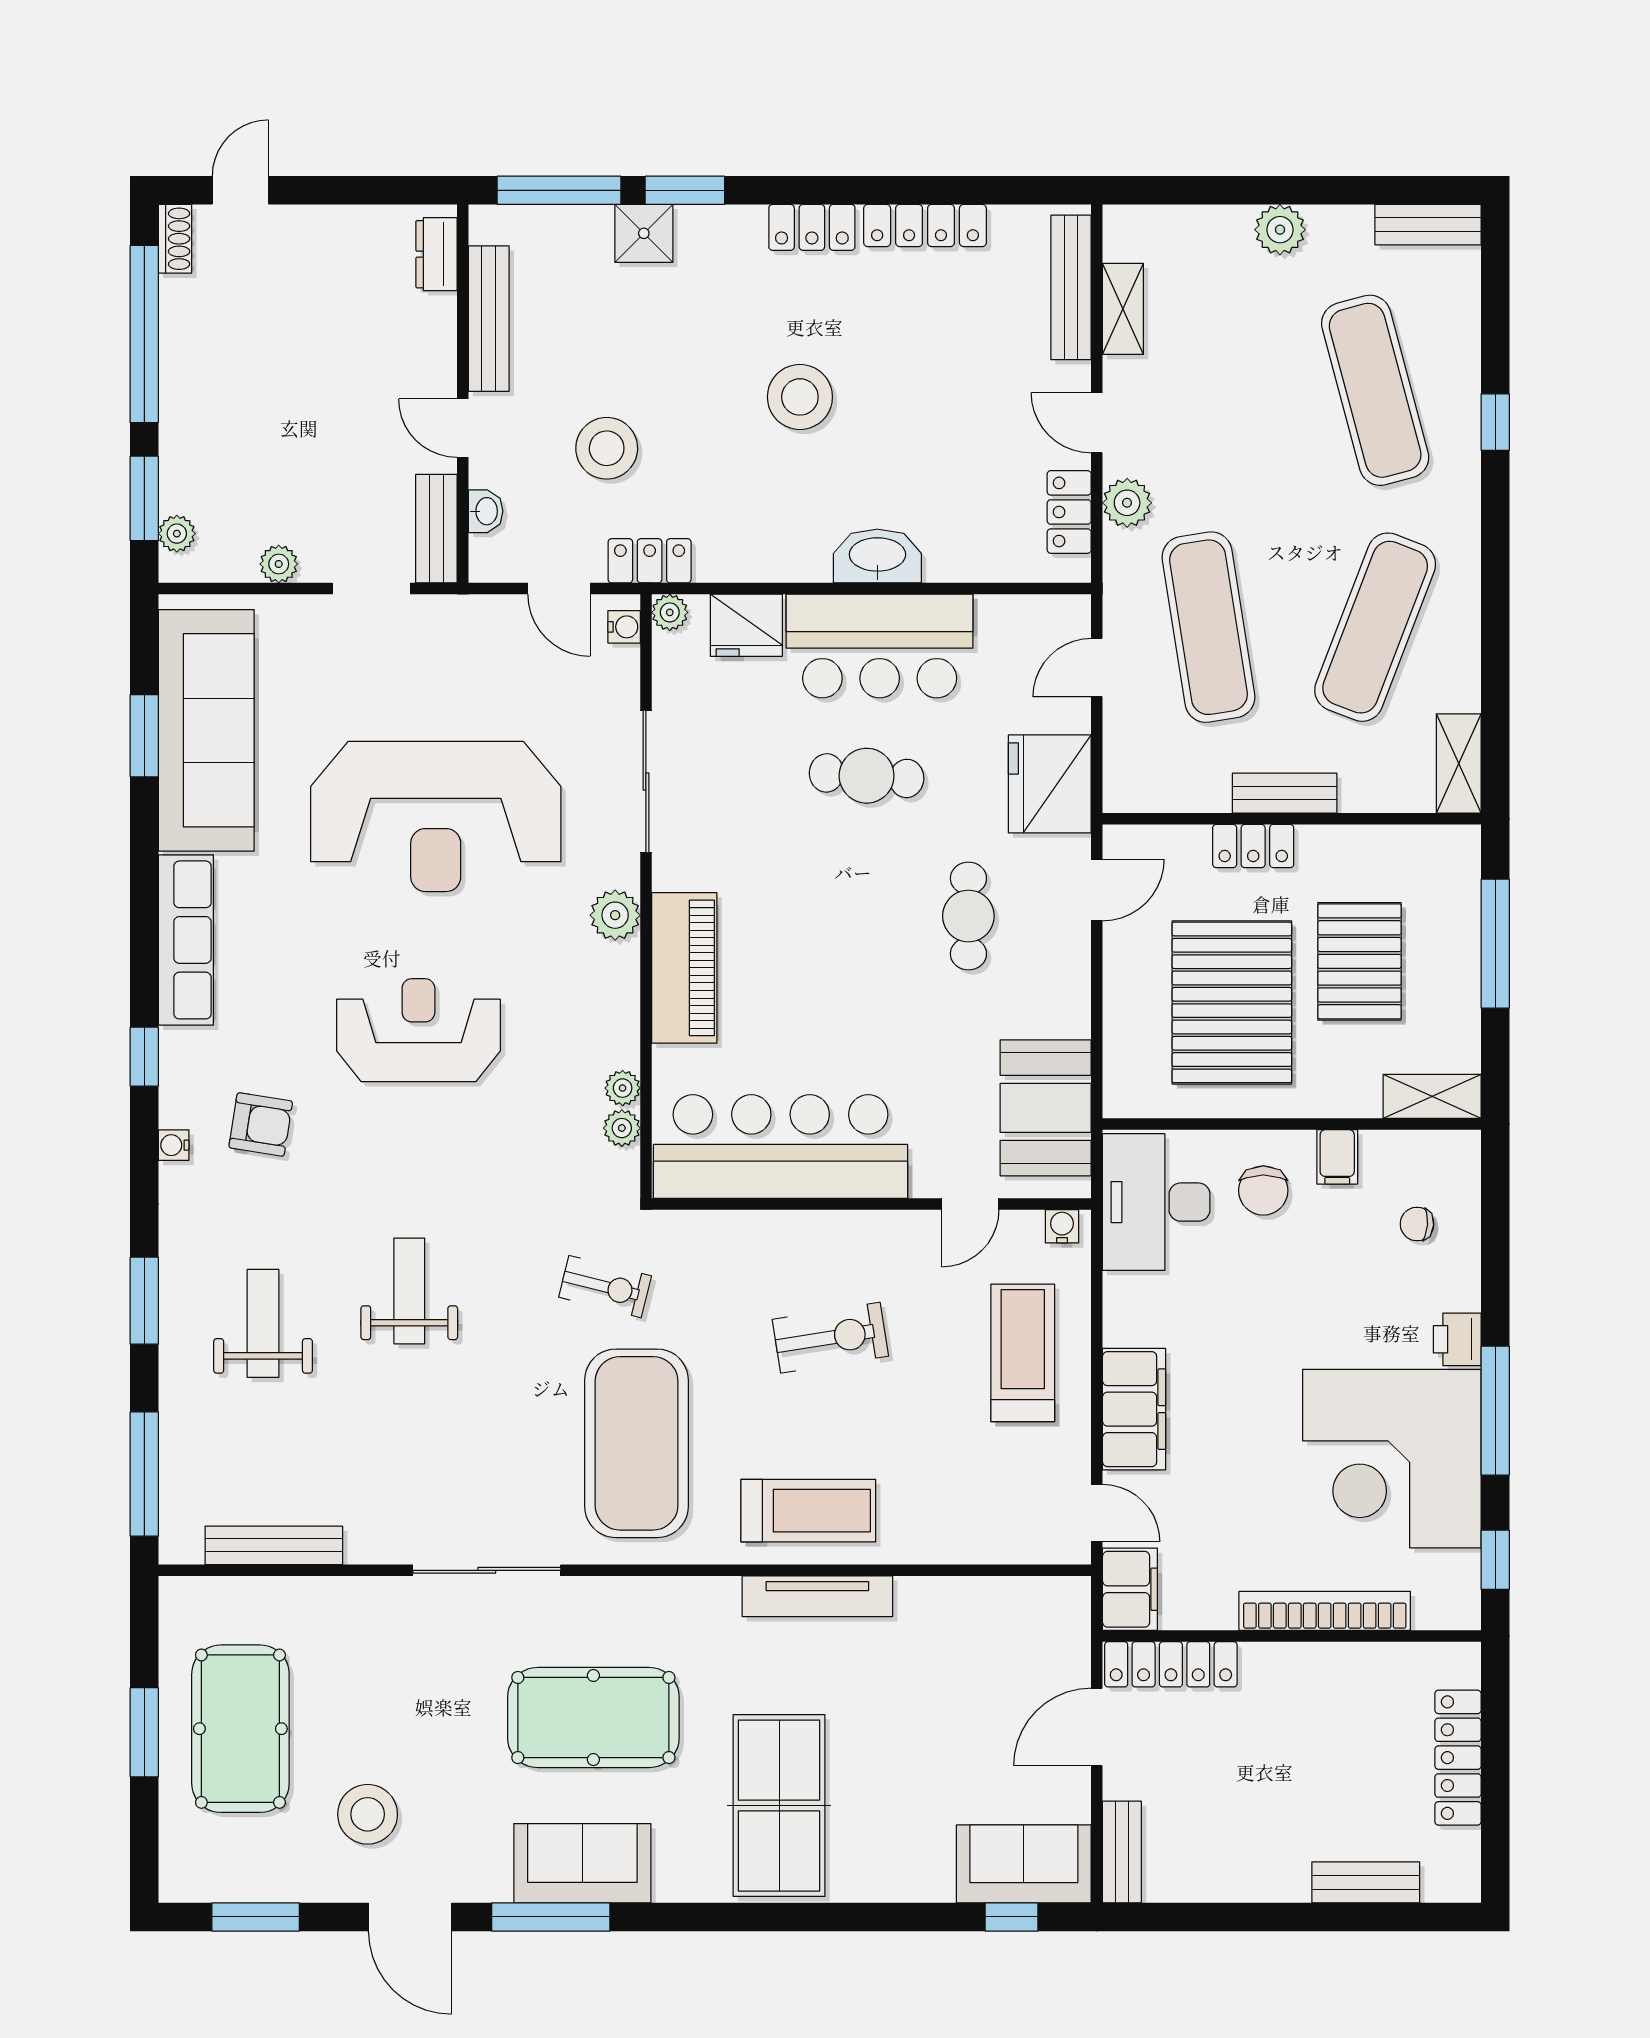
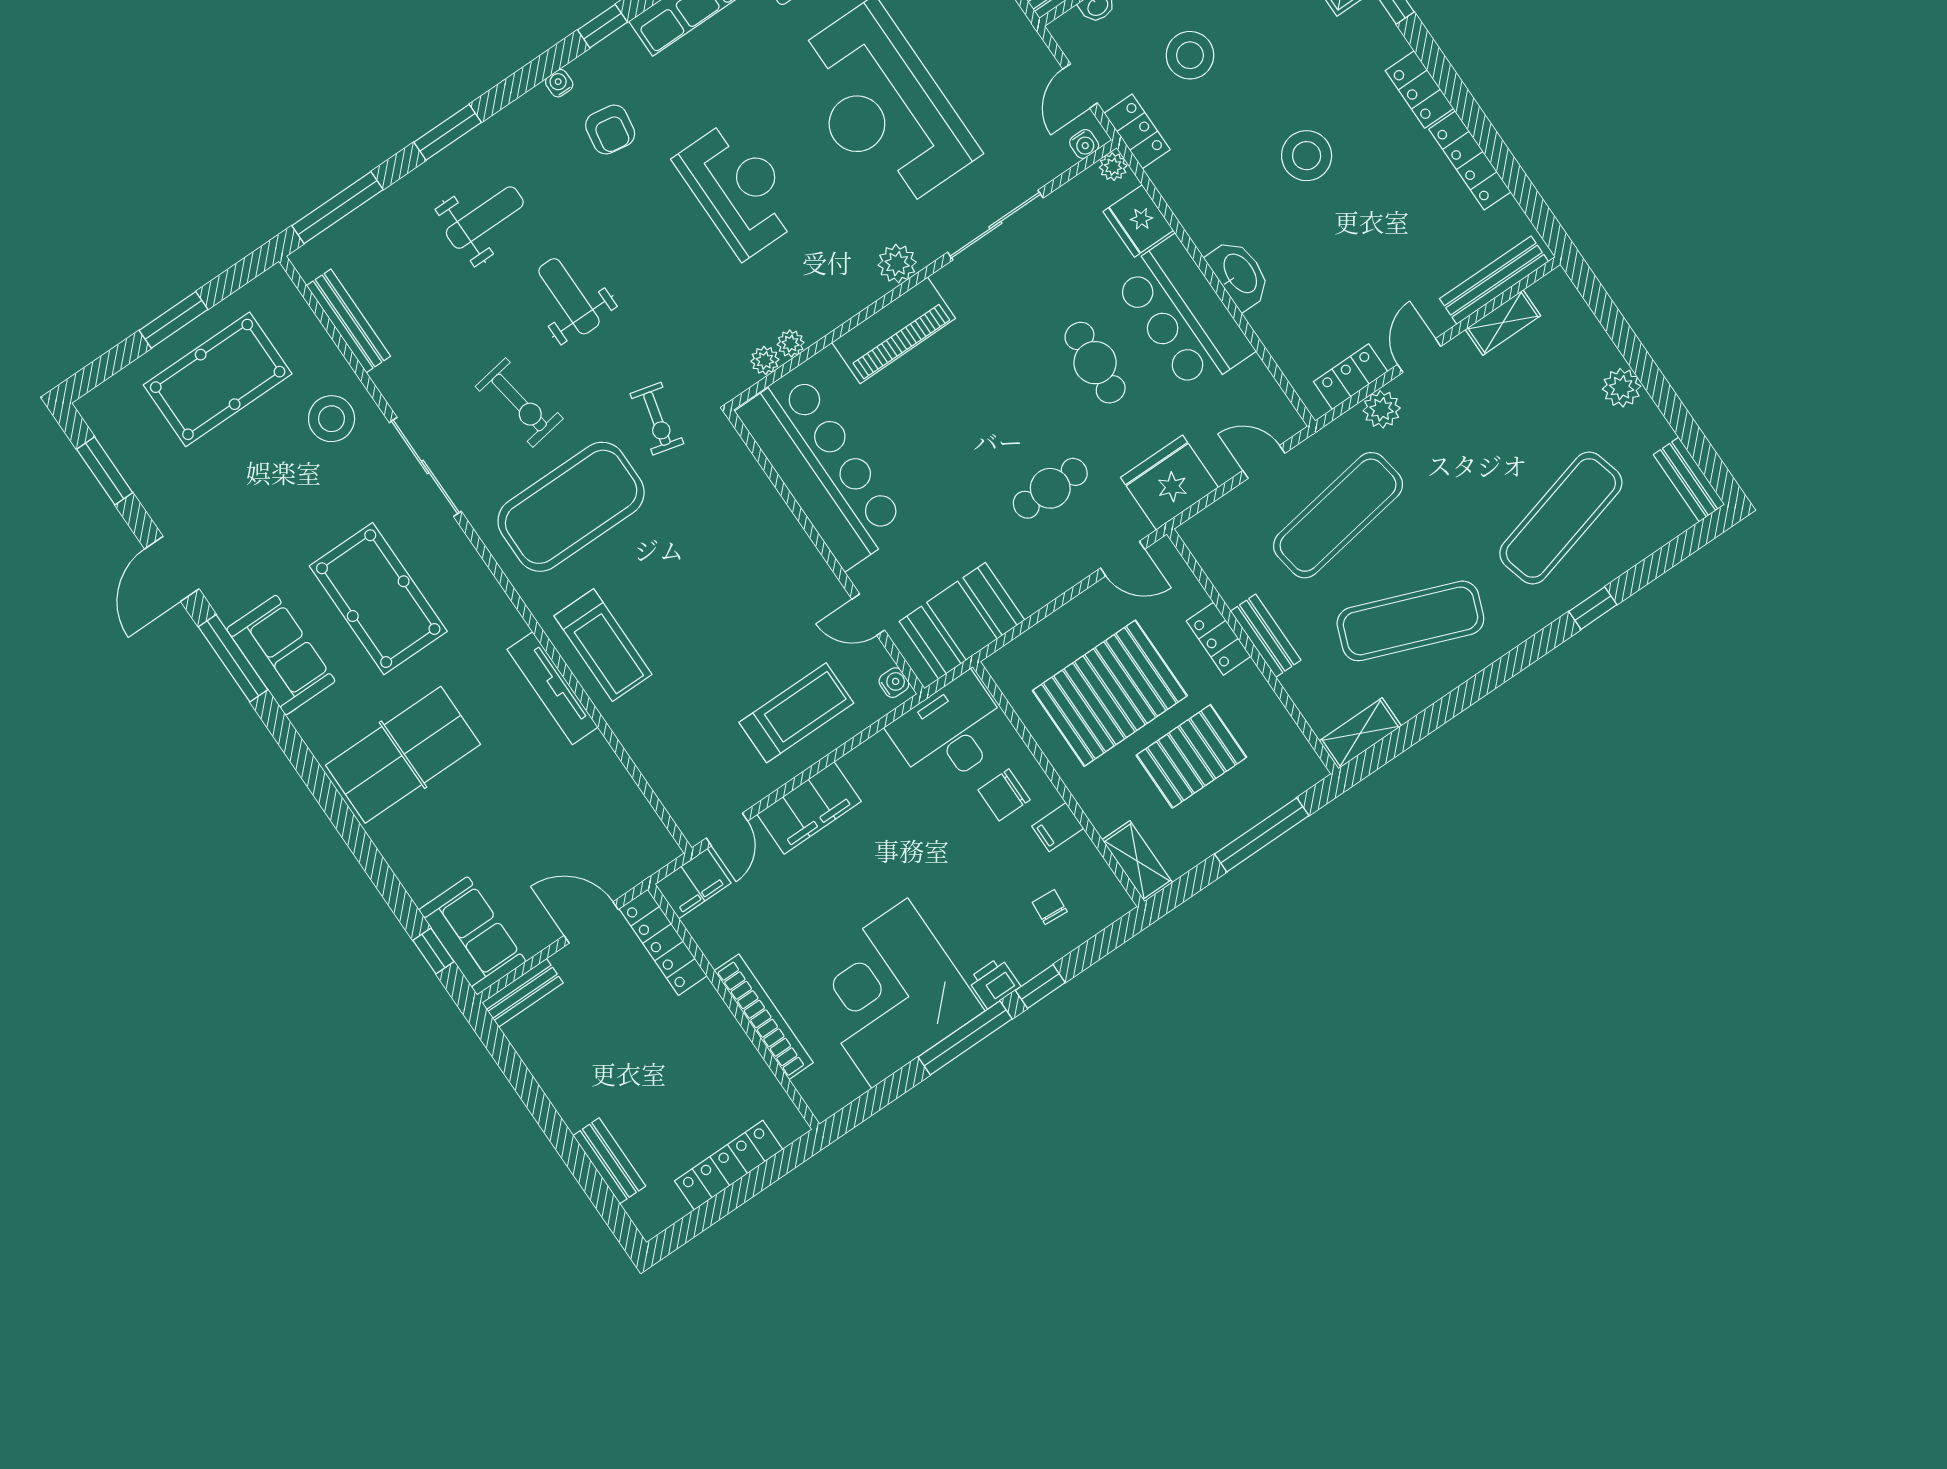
weight bench: (409, 1291) -> (569, 296), turned -90
exercise bike: (830, 1338) -> (519, 403), moved
window: (1495, 1560) -> (1040, 986), moved
stool: (368, 1814) -> (332, 419), moved

